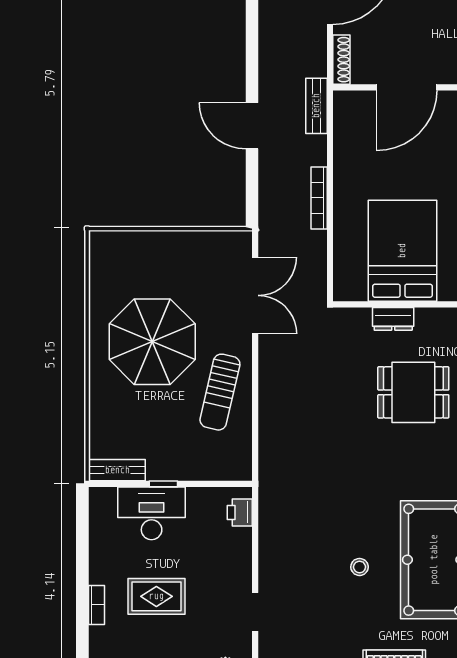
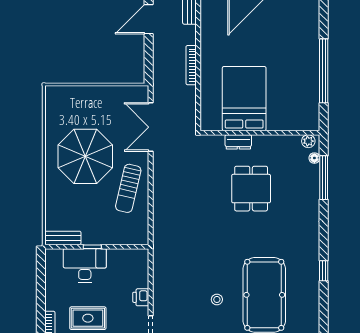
door: (252, 126) -> (149, 19), hinge flipped
double door: (255, 295) -> (151, 127), swing flipped
dining table: (413, 392) -> (251, 189), turned 90
printer: (240, 512) -> (141, 297), moved

